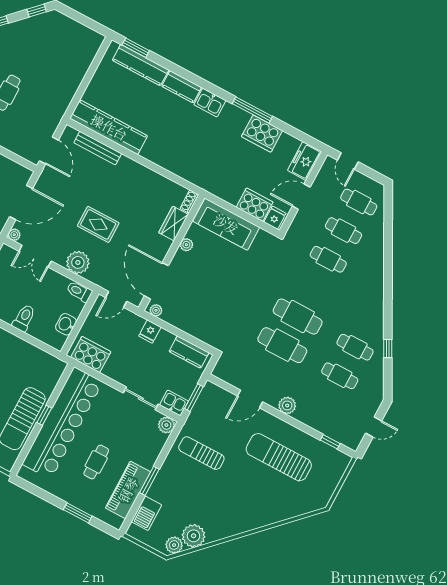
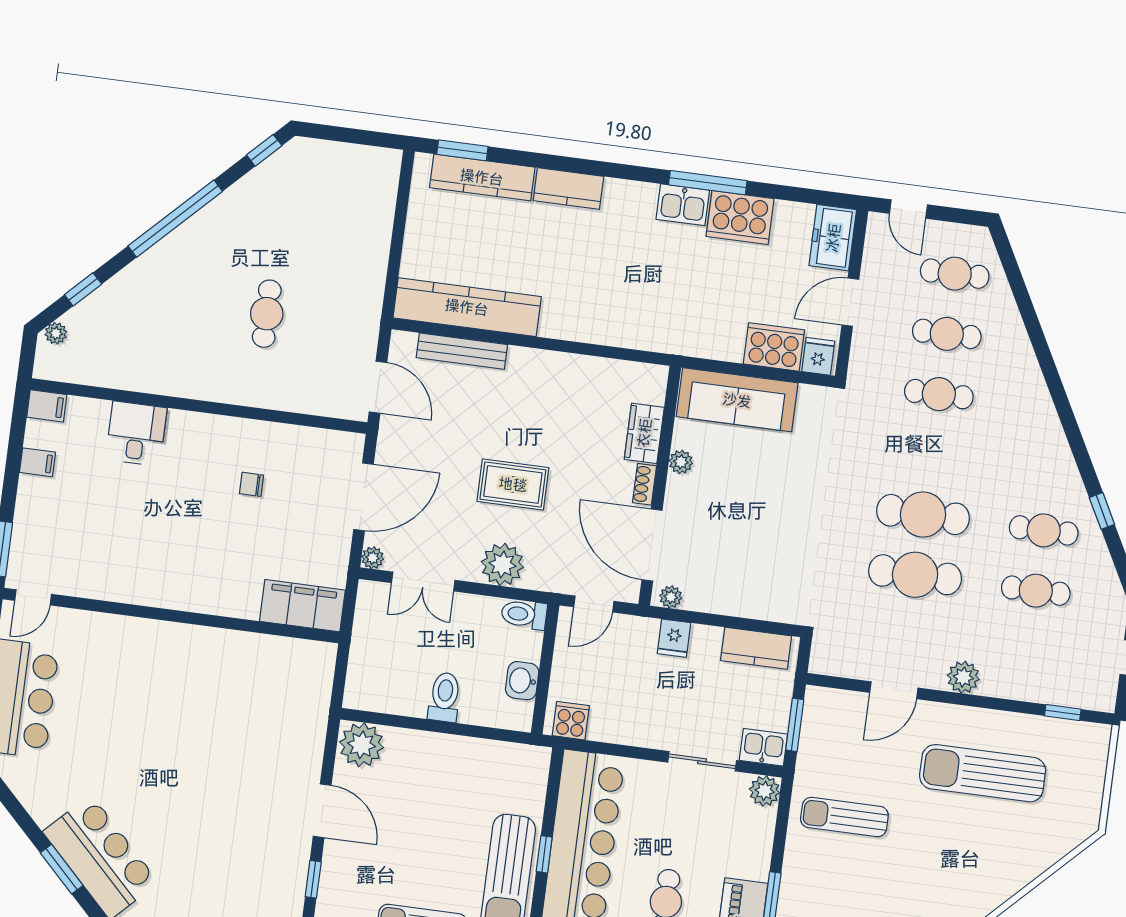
kitchen sink: (210, 103) -> (683, 205), moved
shoe rack: (189, 201) -> (644, 484), moved
cooker: (91, 355) -> (571, 721), width x0.53, depth x0.76

